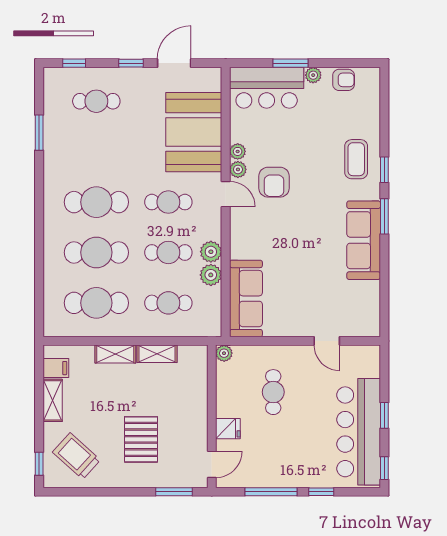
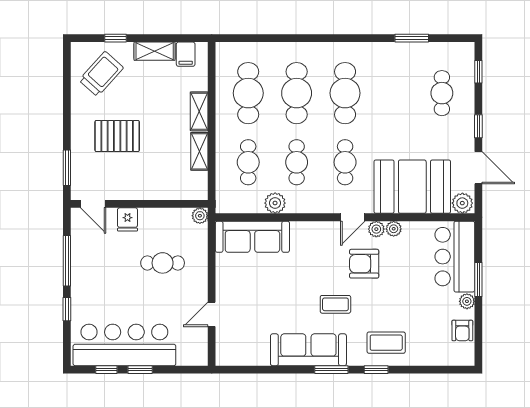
coffee table: (316, 212) -> (335, 304), added
plant: (211, 252) -> (462, 203), moved
window: (39, 464) -> (115, 38), moved
window: (384, 468) -> (106, 370), moved

